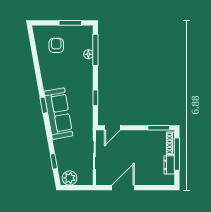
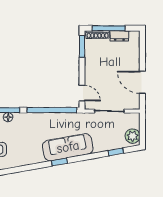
window: (95, 98) -> (52, 110), width x3.17

